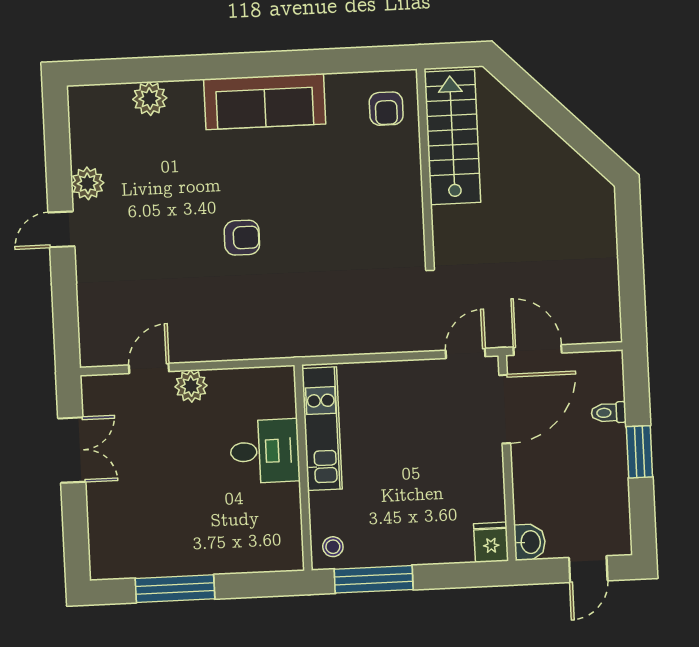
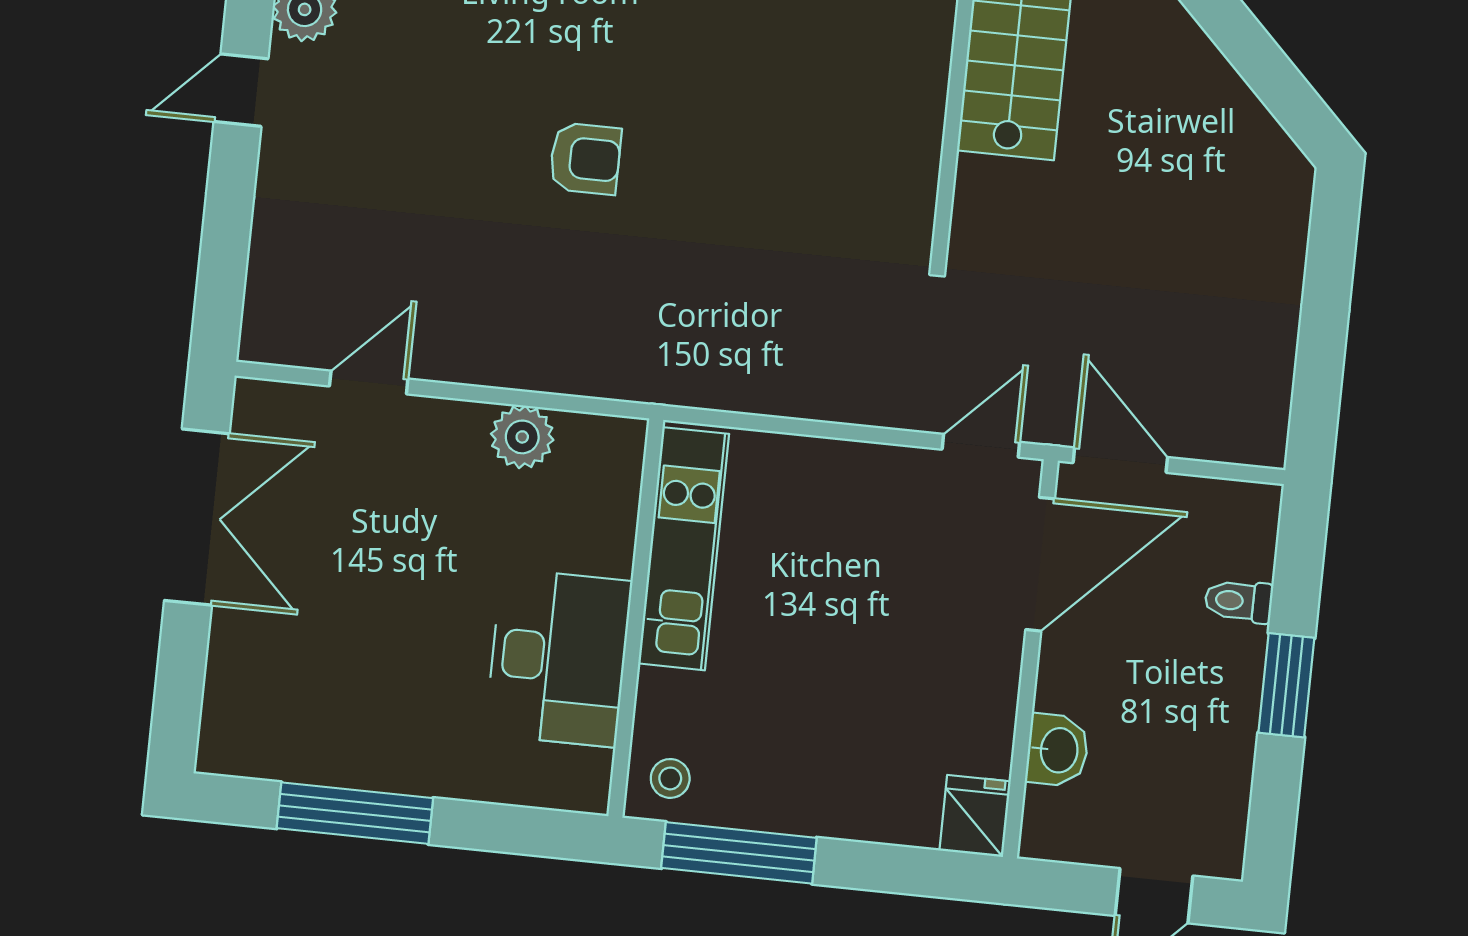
plant: (191, 386) -> (522, 437), moved
double door: (72, 450) -> (197, 517), width x1.37
desk: (265, 451) -> (559, 658), moved, width x1.37
washbasin: (530, 542) -> (1057, 750), moved

